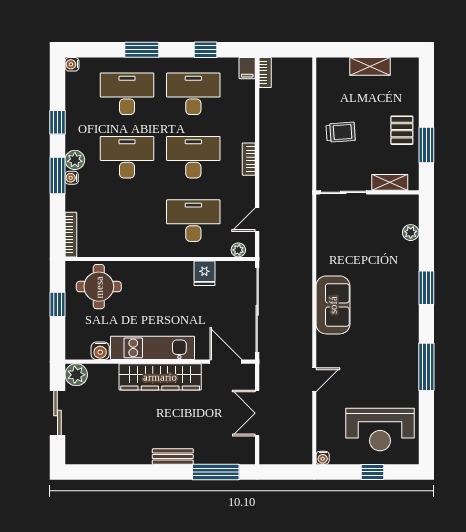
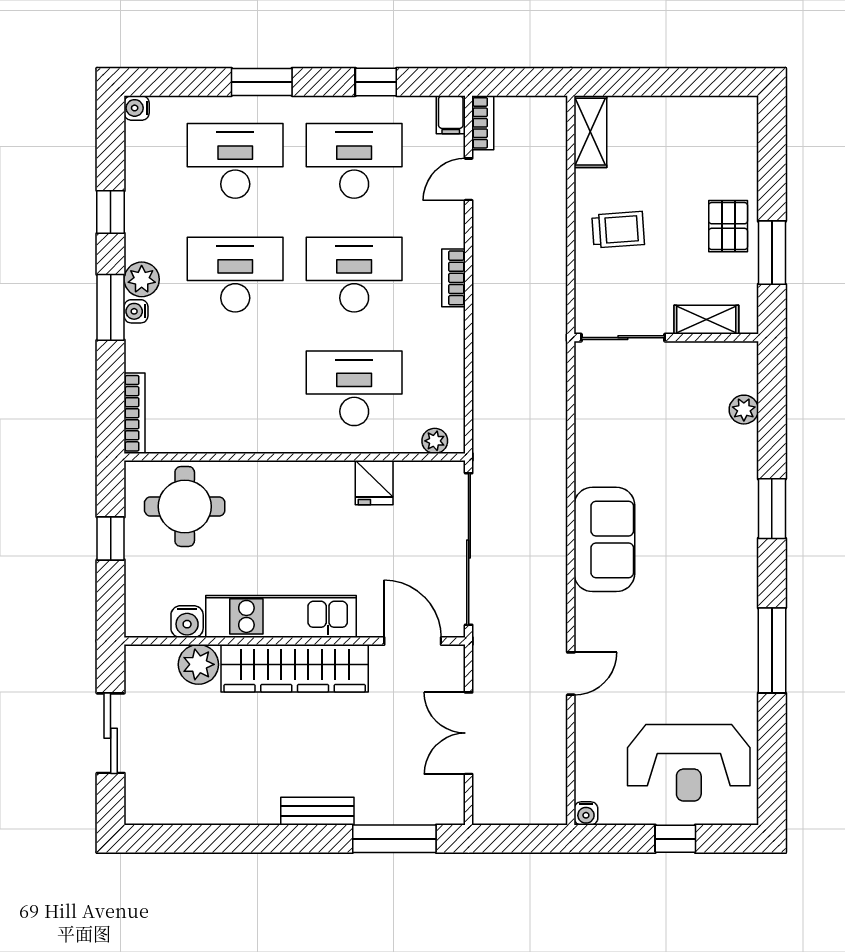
shelving: (370, 66) -> (590, 132), moved, turned 90
door: (257, 220) -> (469, 179), moved
plant: (76, 375) -> (198, 664), moved

